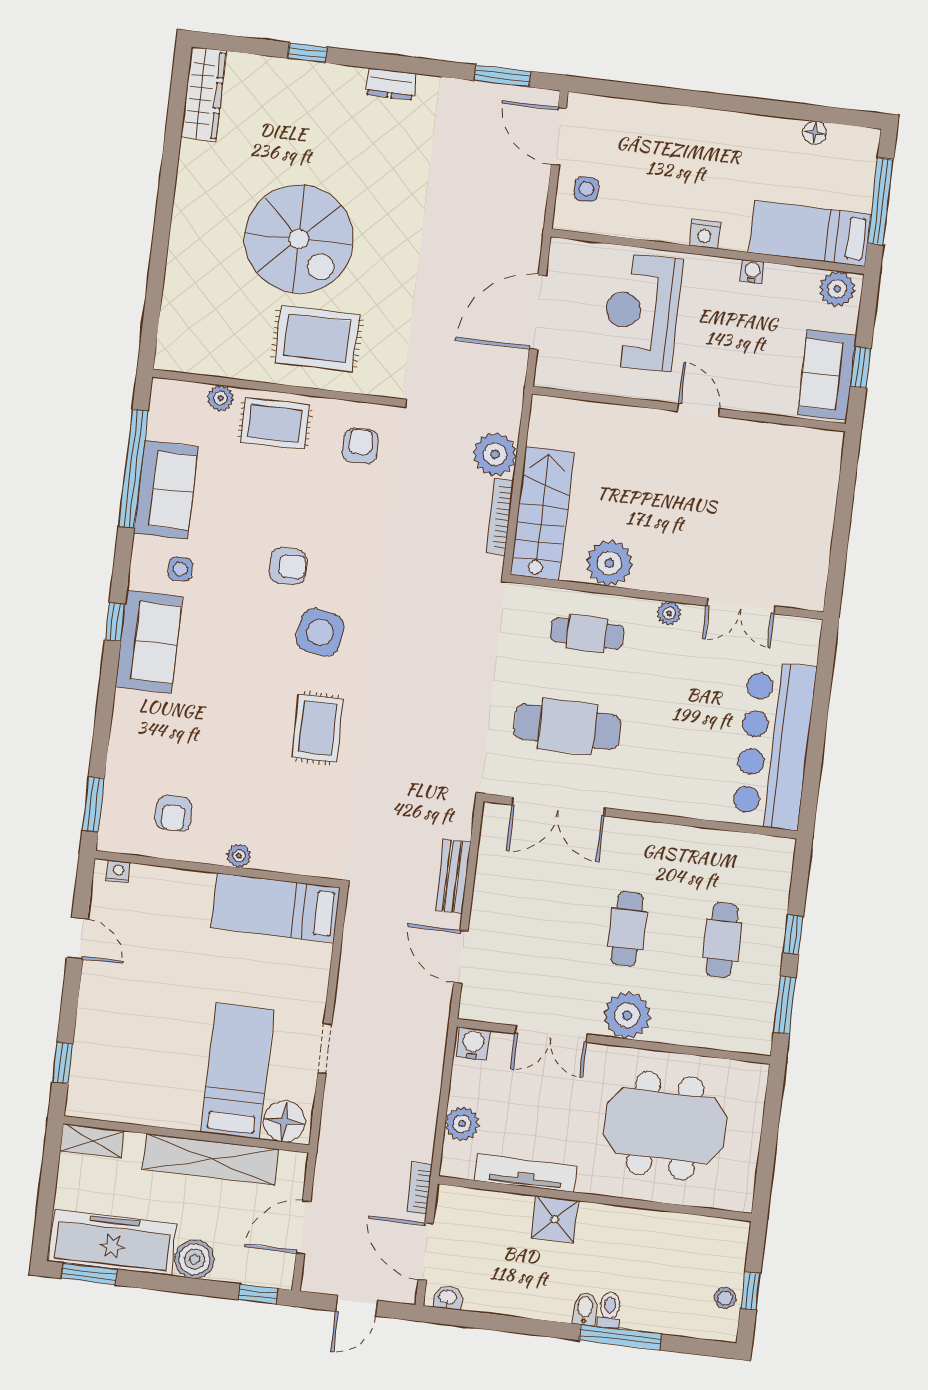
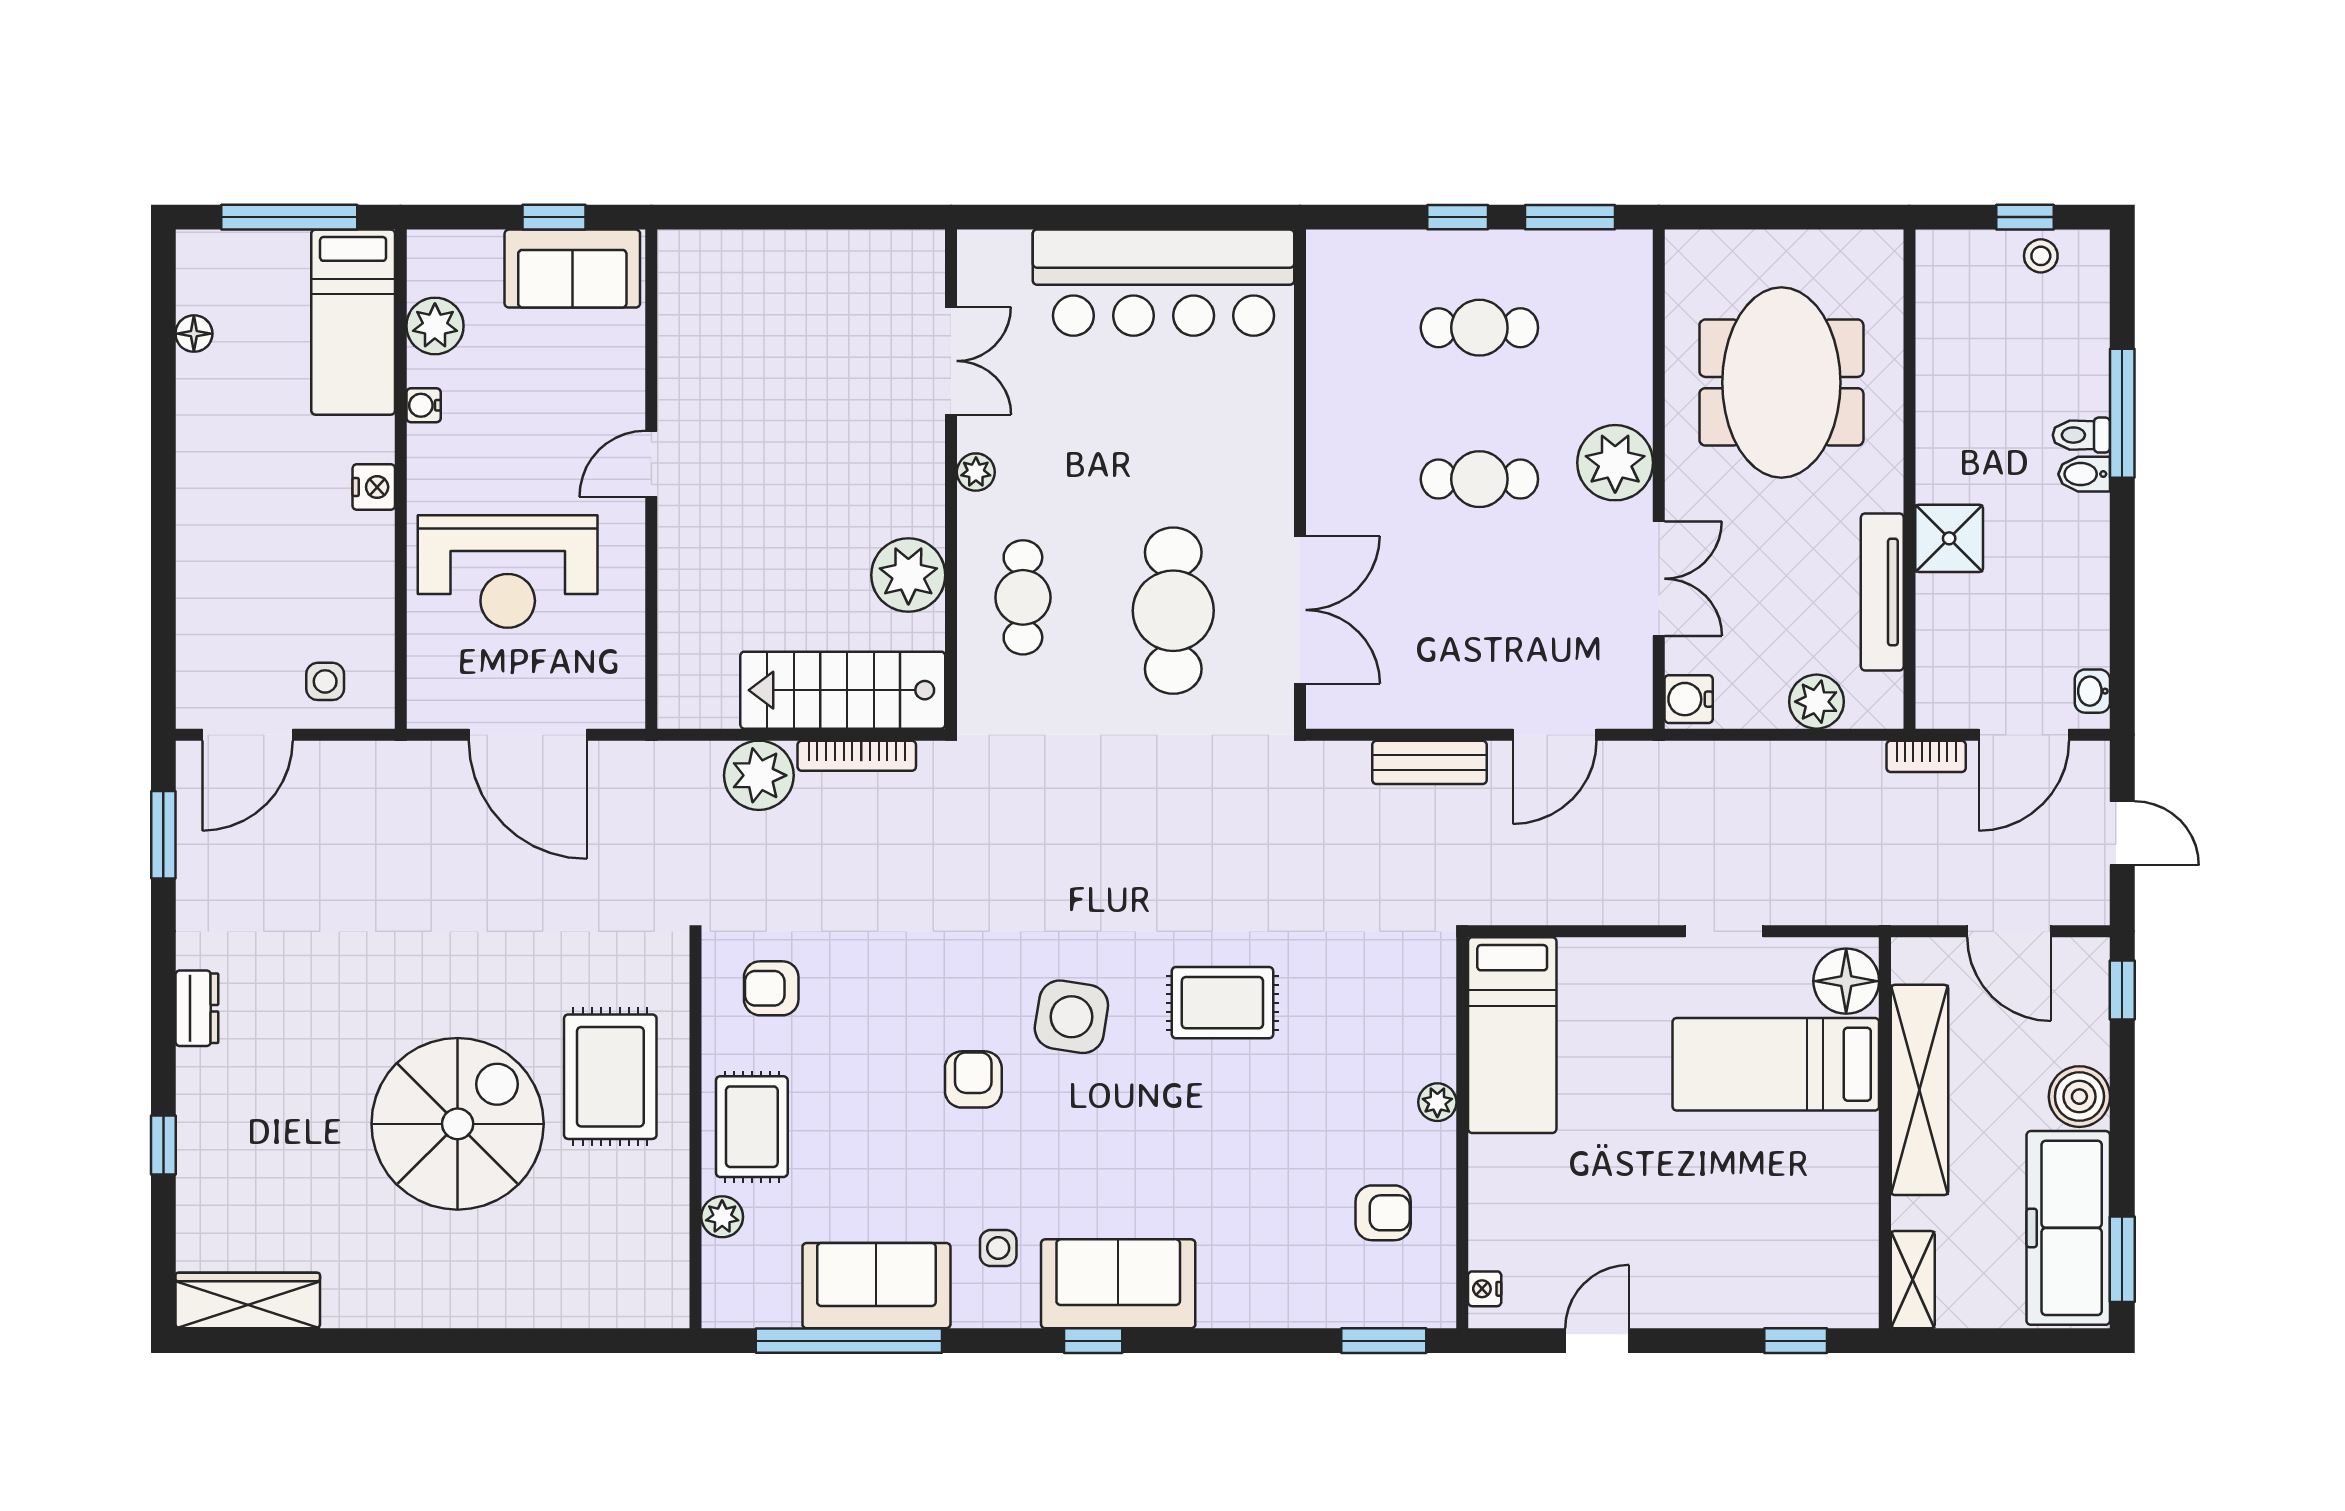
plant: (837, 289) -> (435, 326), moved

